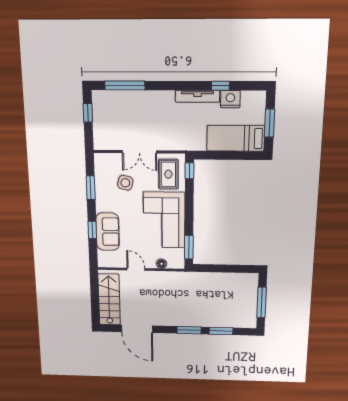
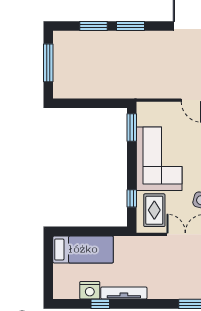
window: (269, 123) -> (48, 266), removed
window: (189, 171) -> (132, 198), moved
floor lamp: (162, 264) -> (162, 107), removed

